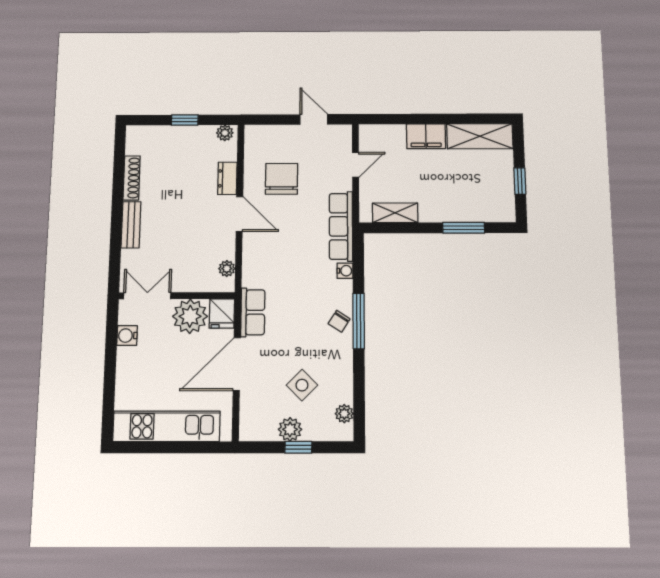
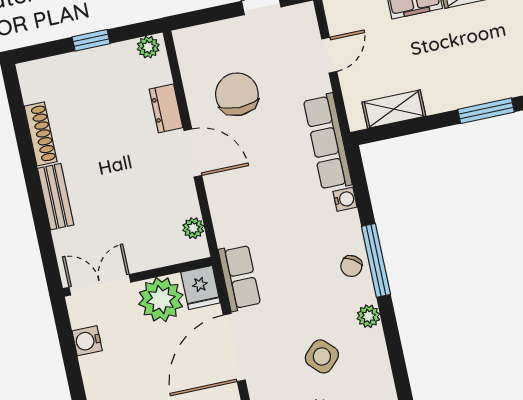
plant: (344, 414) -> (368, 316), moved

